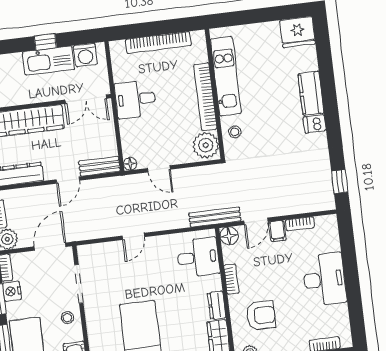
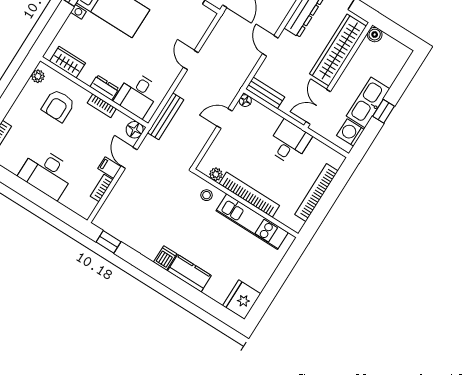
plant: (206, 145) -> (216, 174), width x0.53, depth x0.53
bench: (99, 166) -> (265, 93), moved, turned 90
bench: (215, 217) -> (166, 116), moved
dresser: (217, 305) -> (104, 88), moved

